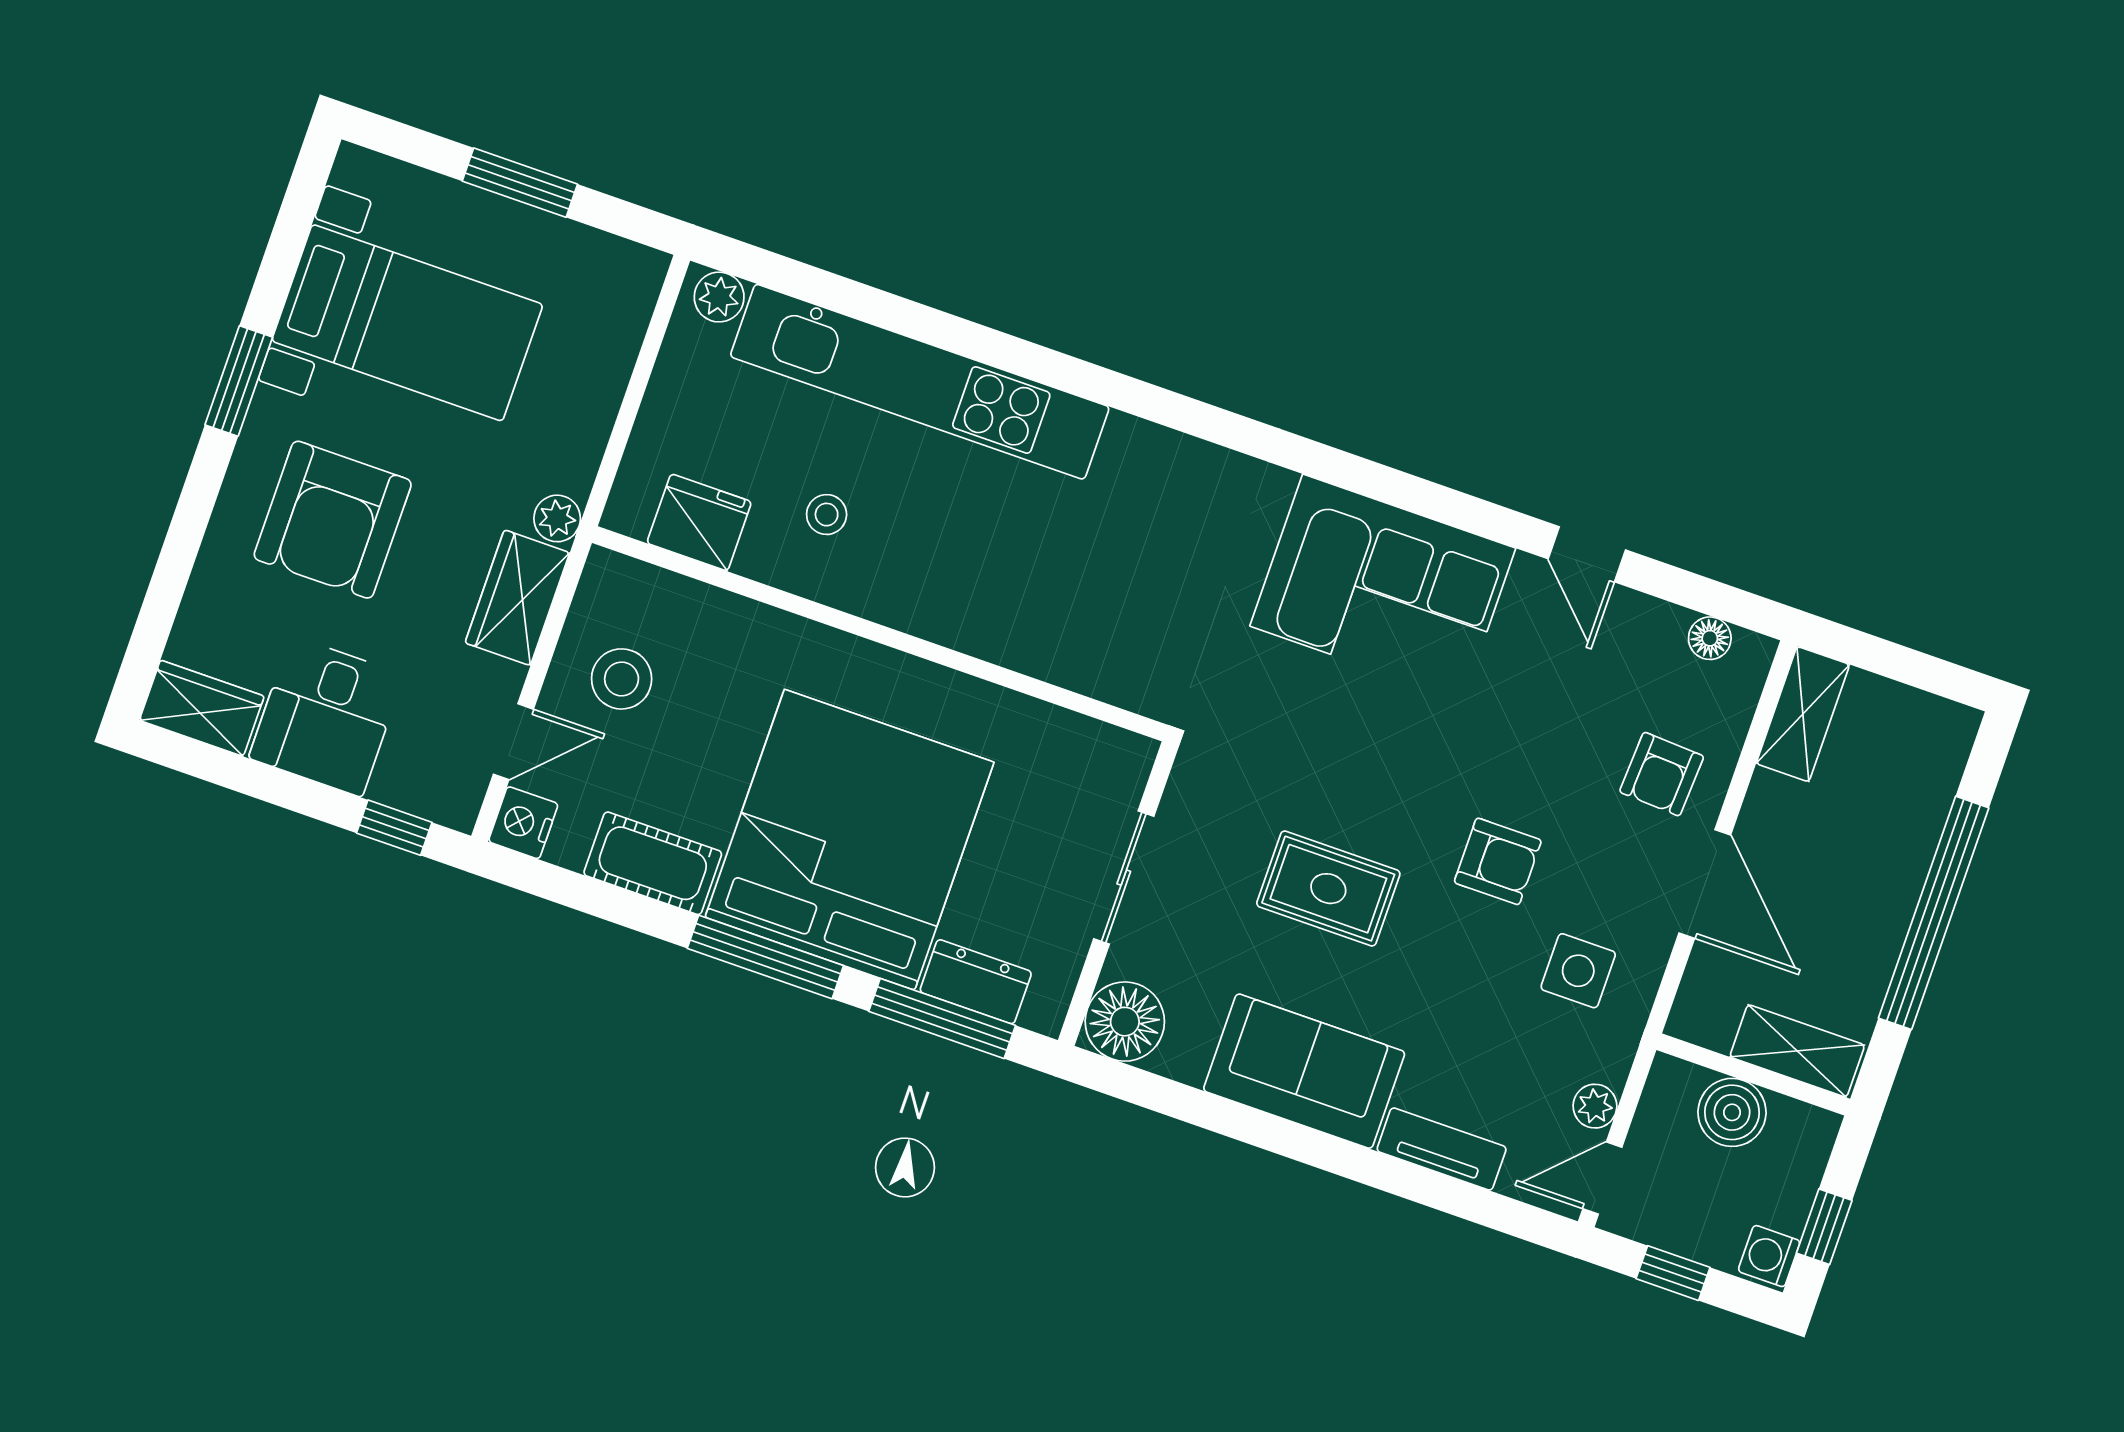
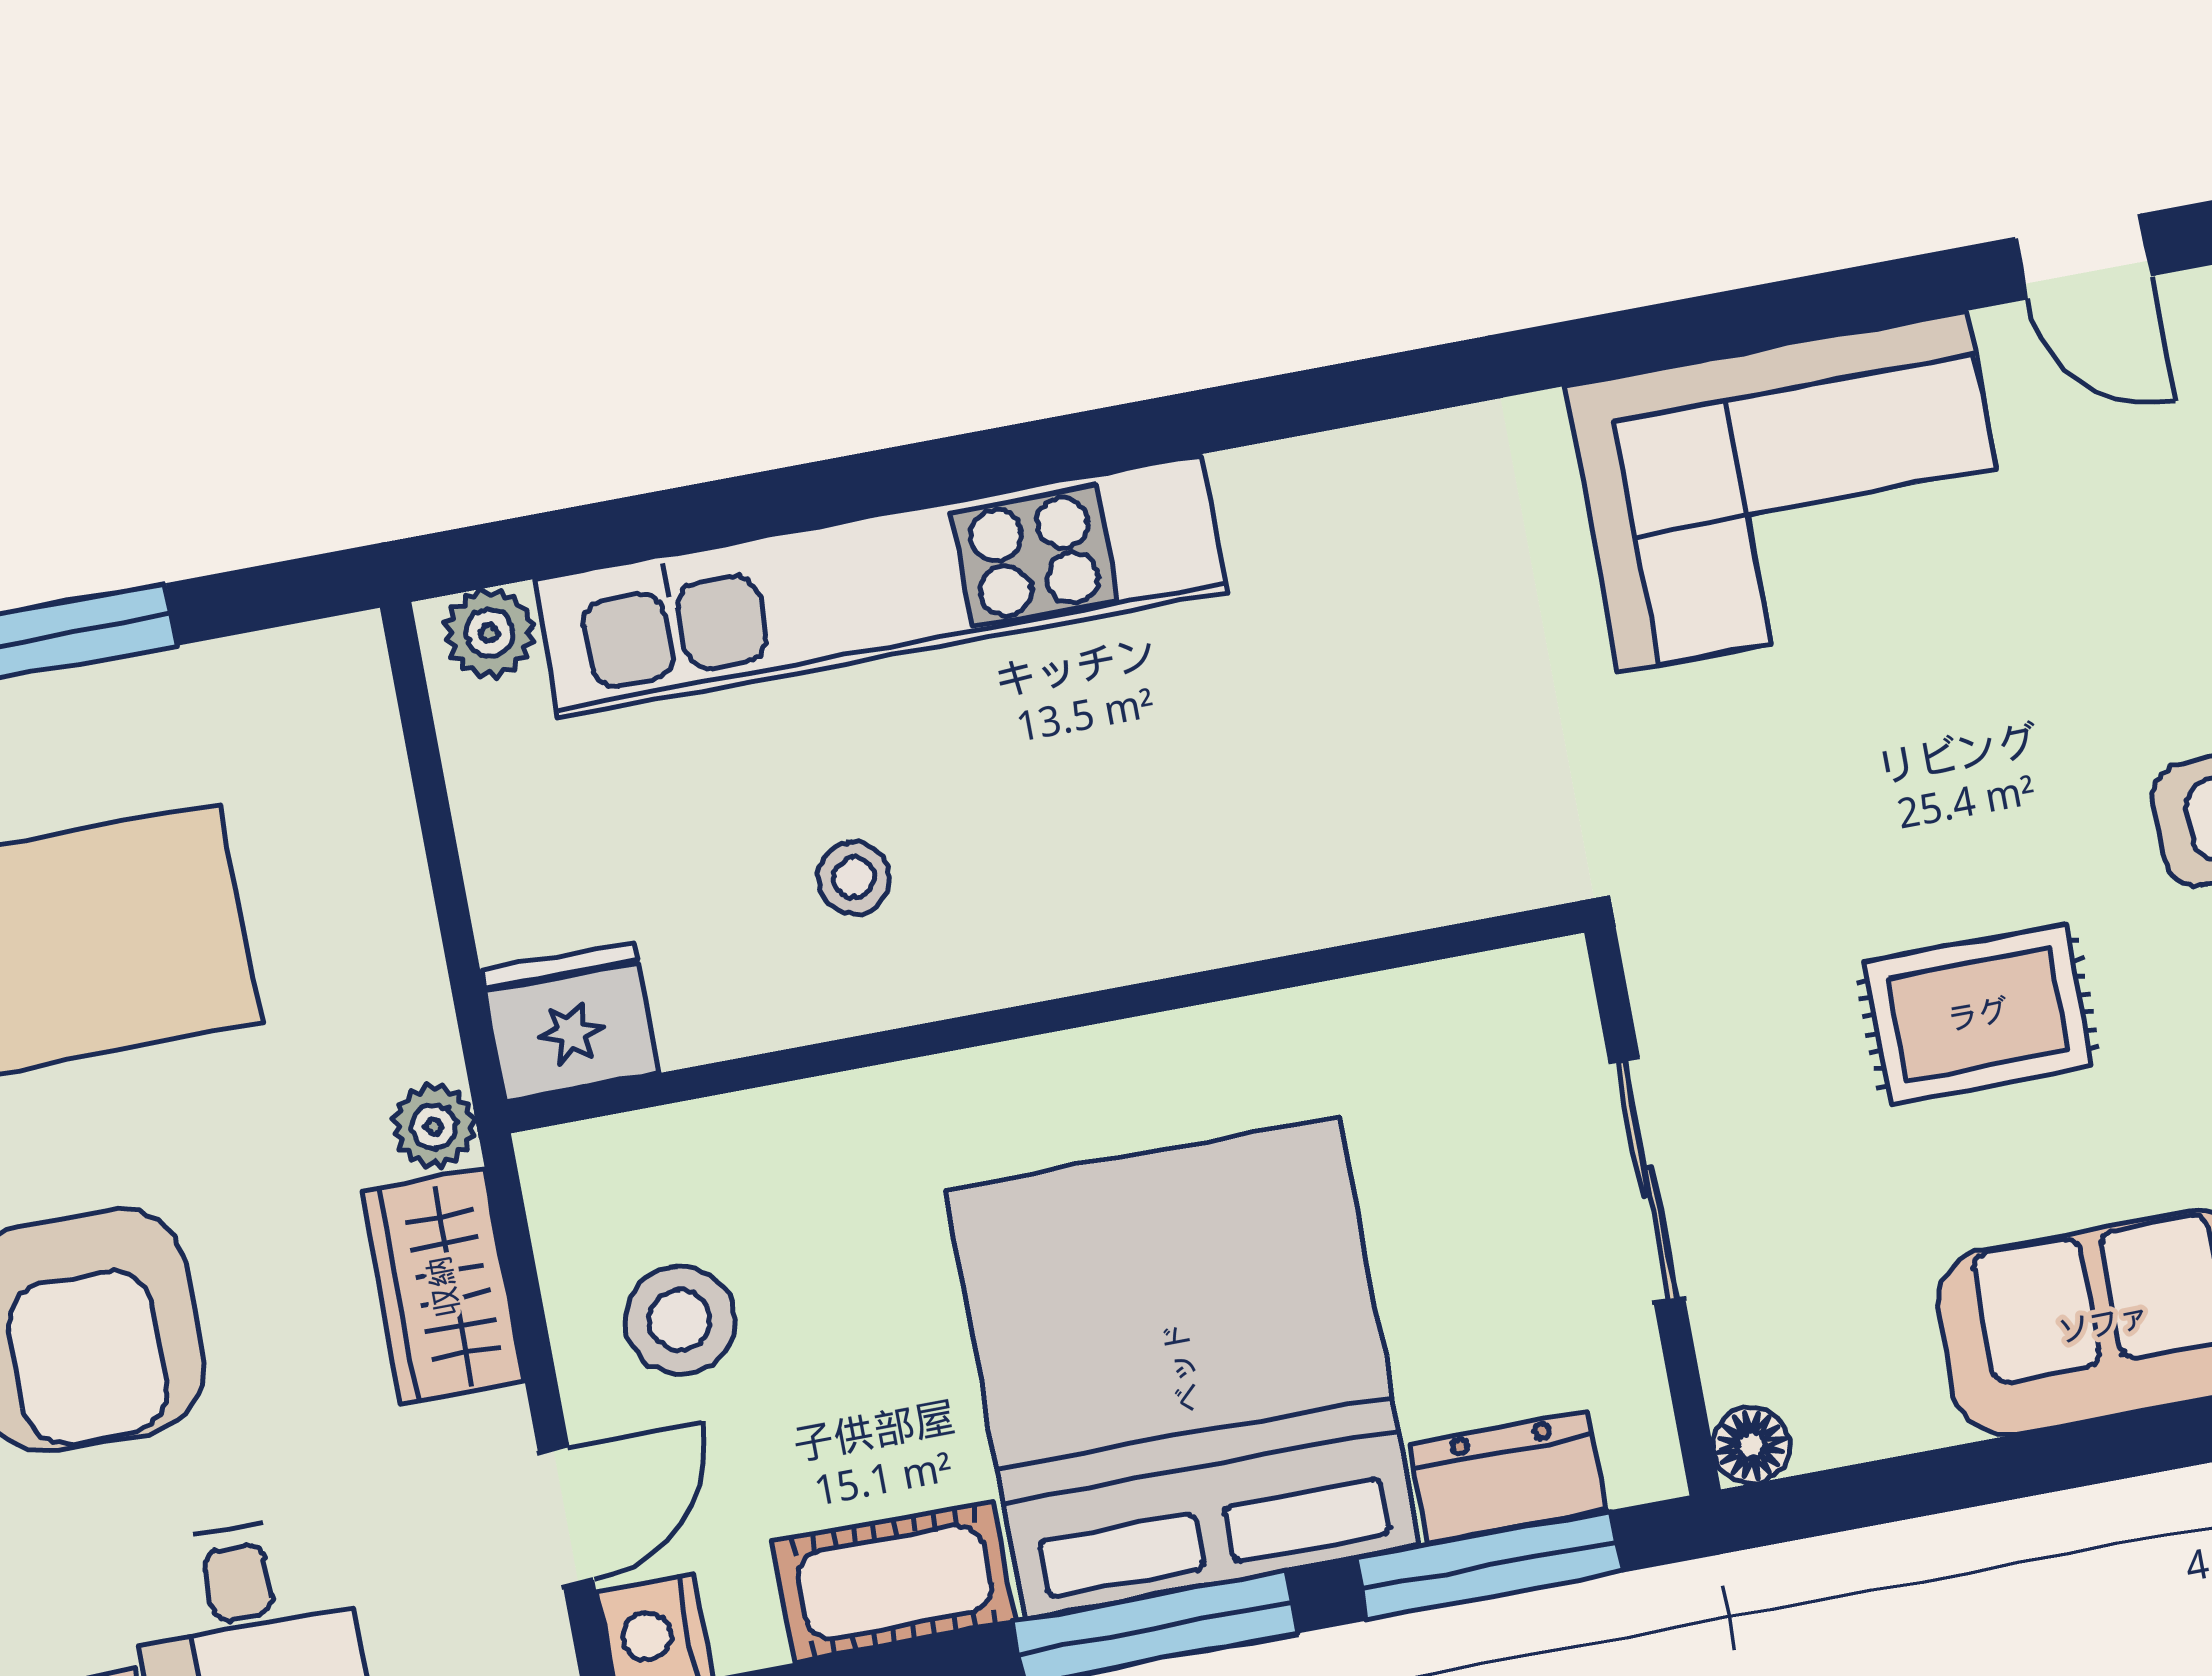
fridge: (699, 522) -> (570, 1022), moved
floor lamp: (1125, 1022) -> (1751, 1445), width x0.53, depth x0.53

